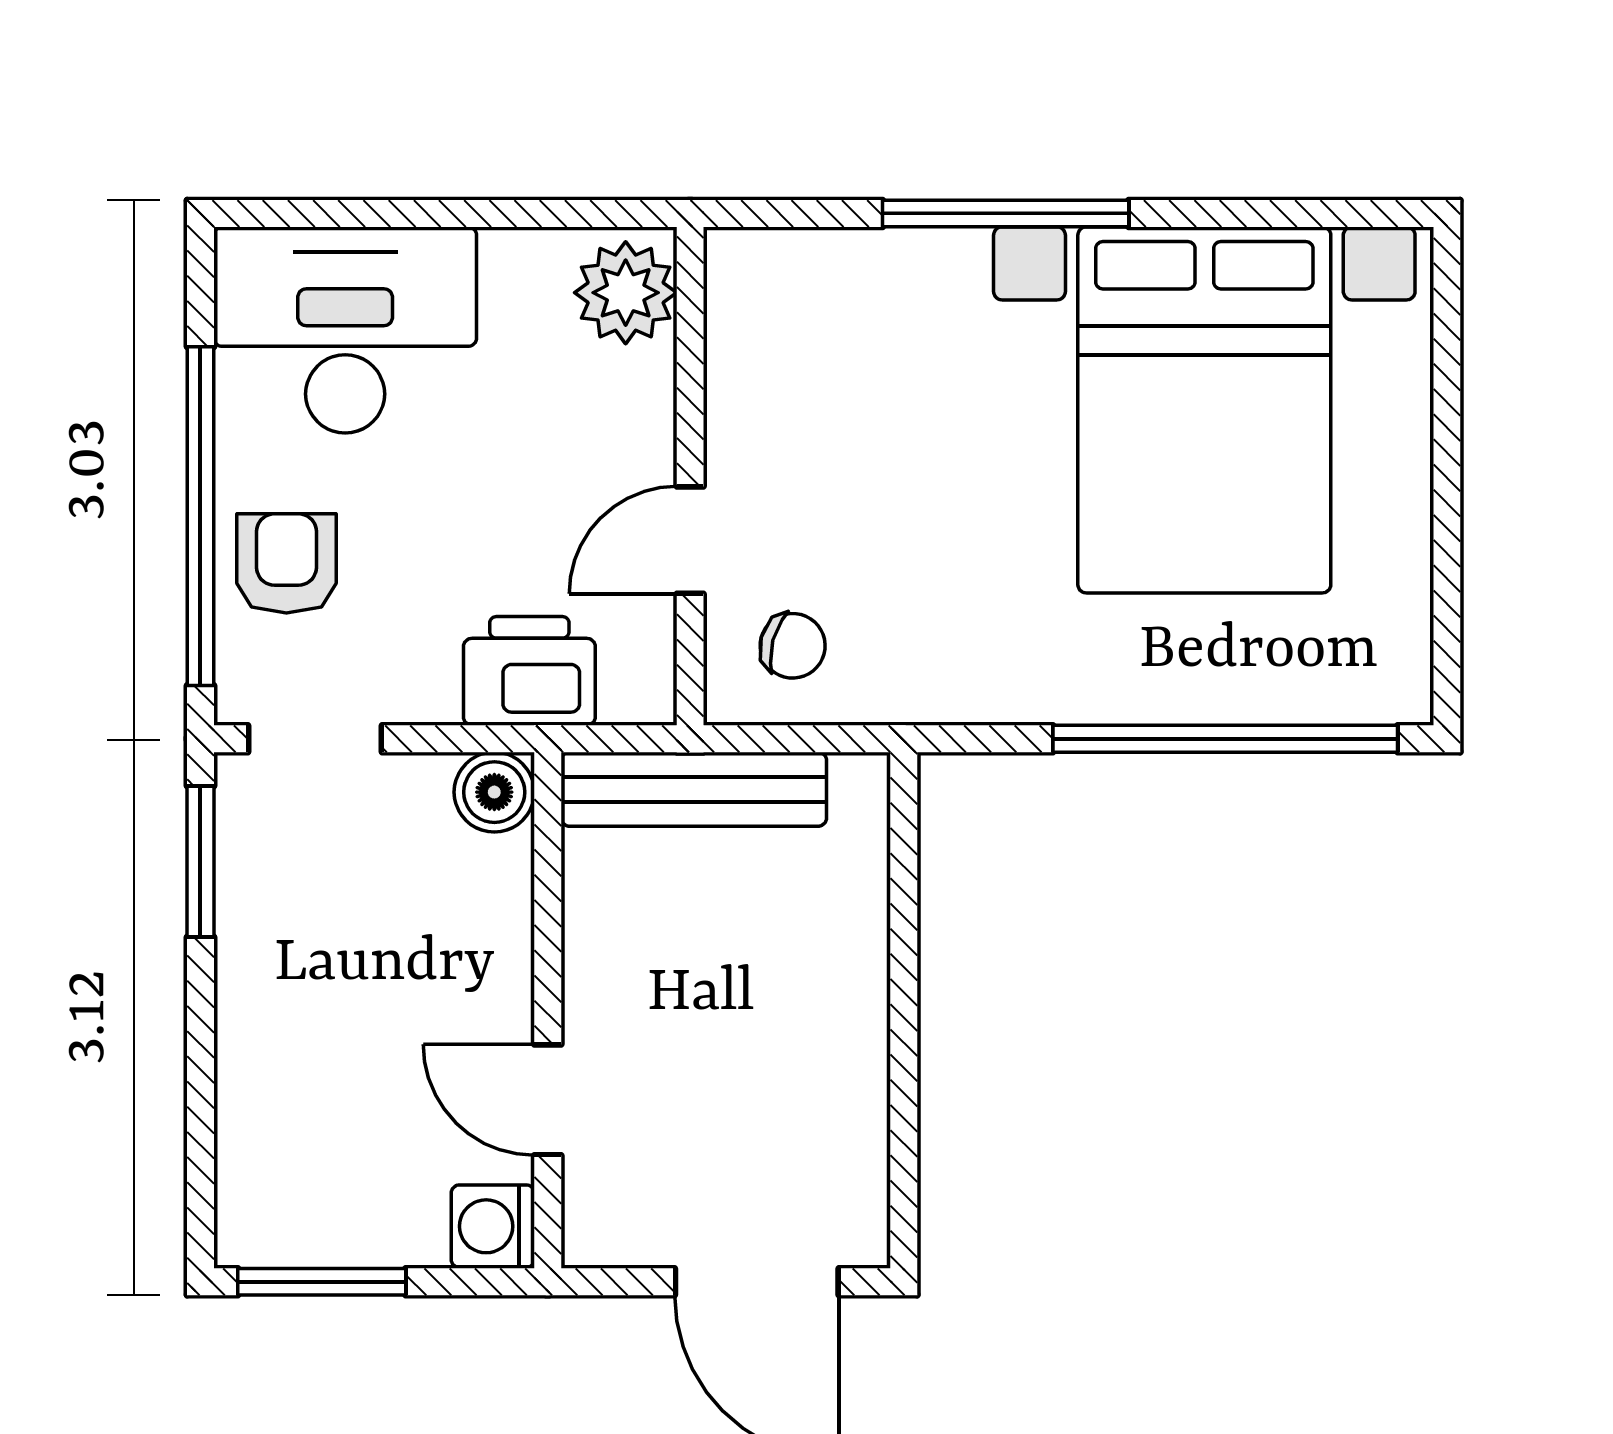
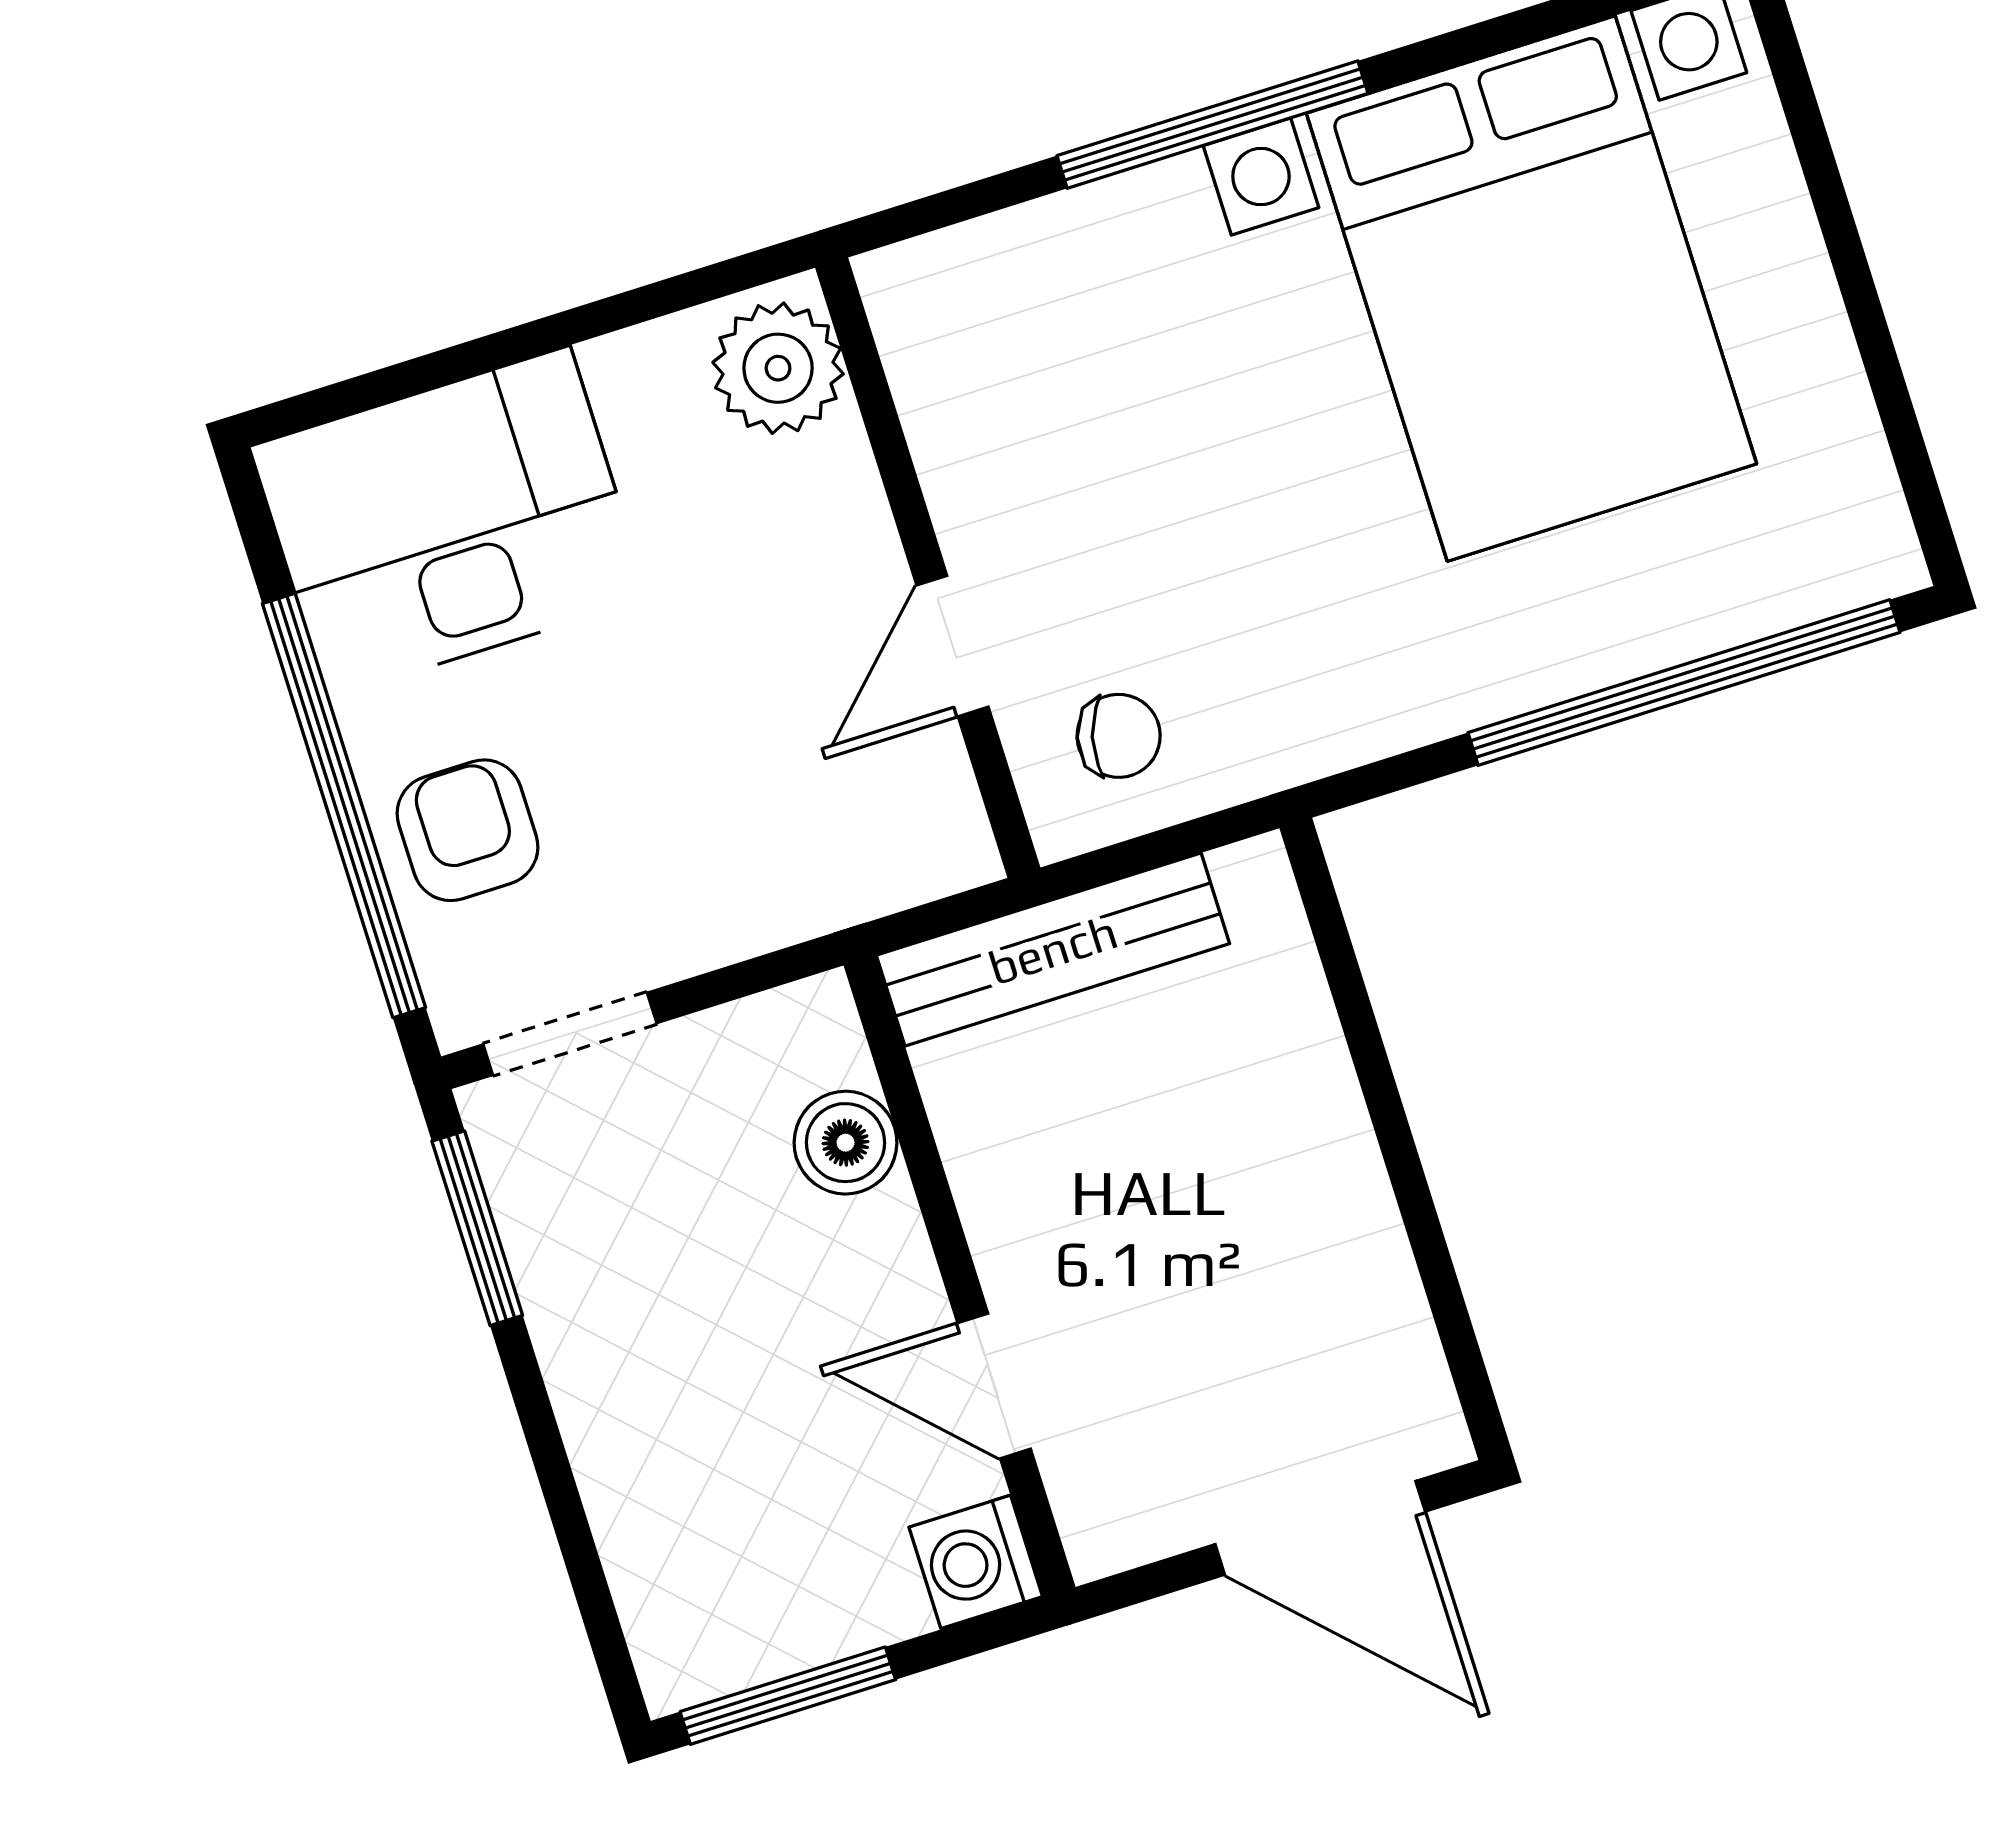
printer: (529, 671) -> (806, 868), removed
boiler: (494, 792) -> (846, 1143), moved

